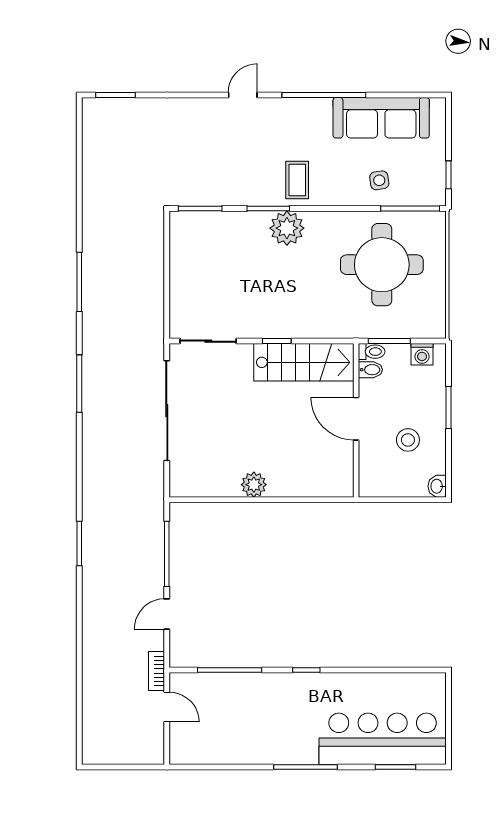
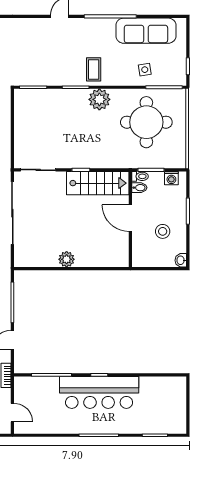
plant: (287, 228) -> (99, 99), moved
door: (167, 707) -> (12, 413), moved
bar counter: (383, 739) -> (99, 392), moved, turned 180

